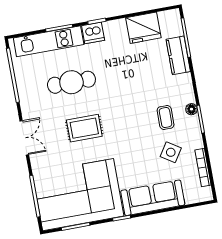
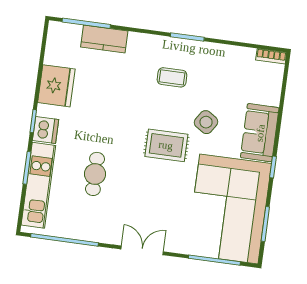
fridge: (143, 28) -> (56, 86), moved
cafe table: (71, 82) -> (95, 174), width x0.73, depth x0.74
floor lamp: (191, 109) -> (172, 44), removed
rug: (84, 128) -> (166, 145), moved, turned 90
side table: (171, 152) -> (206, 122), moved
bookcase: (203, 168) -> (271, 56), moved, width x0.64
sofa: (153, 198) -> (260, 133), width x0.73

